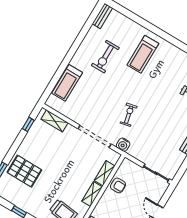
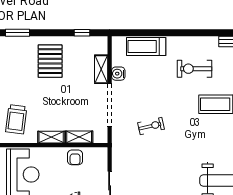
shelving: (55, 121) -> (101, 69), moved
water cooler: (123, 145) -> (118, 74), moved
pallet: (24, 171) -> (50, 61), moved

